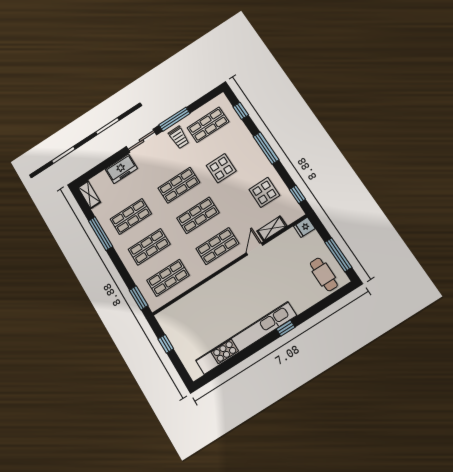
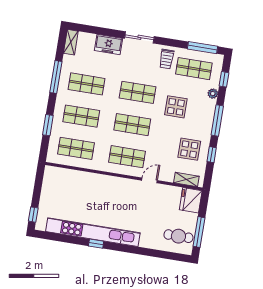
window: (174, 119) -> (202, 48), moved
plant: (242, 130) -> (213, 94), added
window: (297, 194) -> (212, 155), moved
fridge: (304, 227) -> (191, 200), width x1.88, depth x1.34
shelving: (272, 228) -> (186, 179), moved
cafe table: (324, 274) -> (178, 236), turned 90
window: (139, 298) -> (48, 125), moved
window: (286, 328) -> (96, 244), moved
window: (166, 344) -> (33, 215), moved

